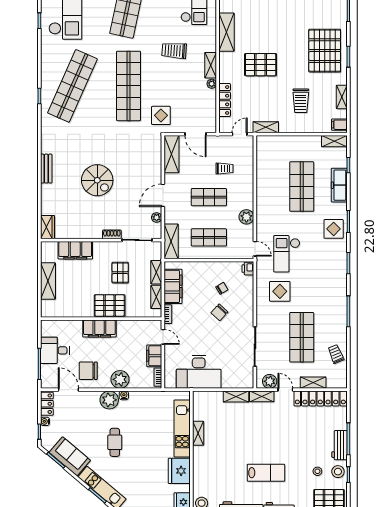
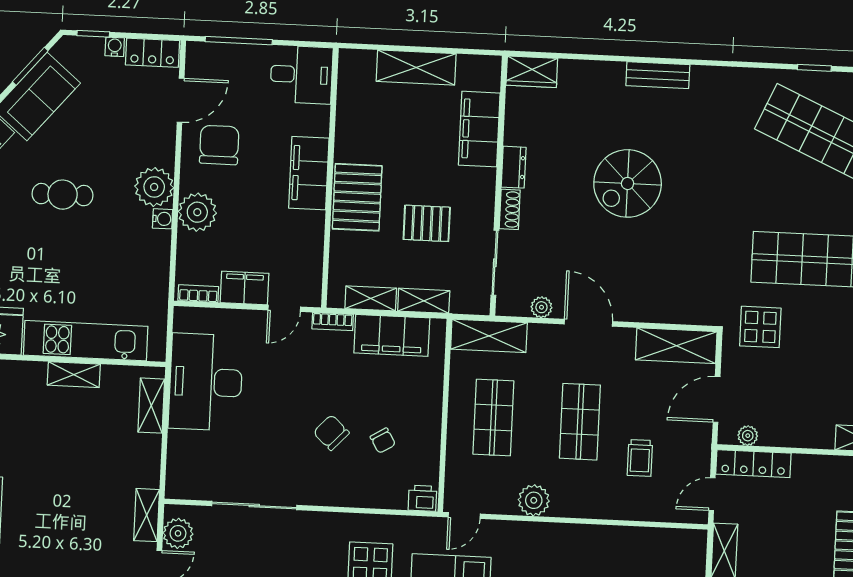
plant: (212, 84) -> (748, 436), moved
locker: (225, 100) -> (753, 464), moved
door: (240, 134) -> (712, 494), swing flipped
dresser: (92, 234) -> (514, 167), added
desk: (55, 350) -> (301, 75), moved, turned 90
shelving: (236, 397) -> (151, 406), moved

